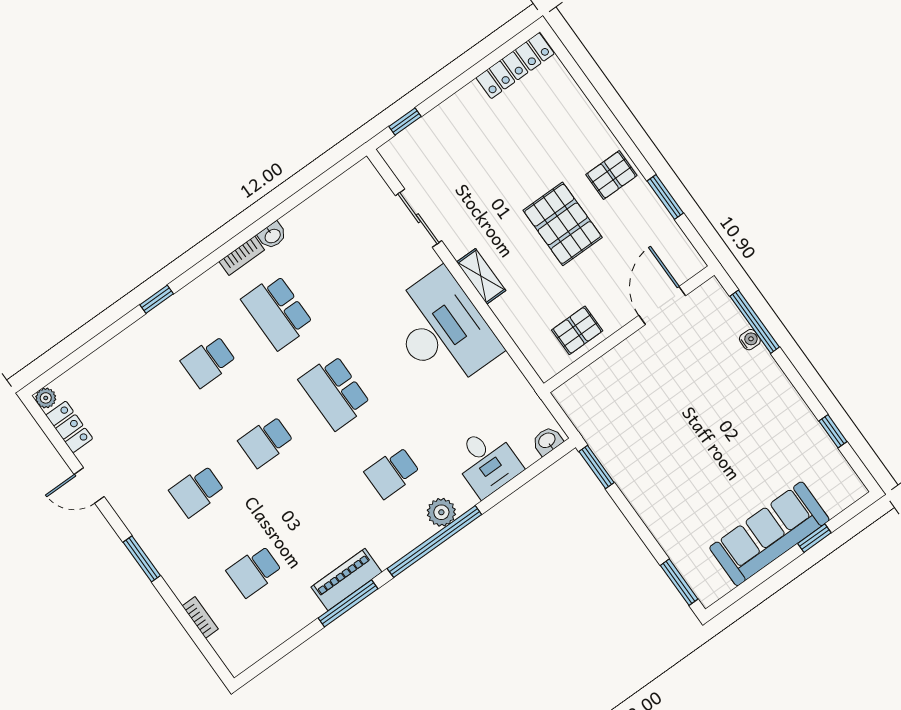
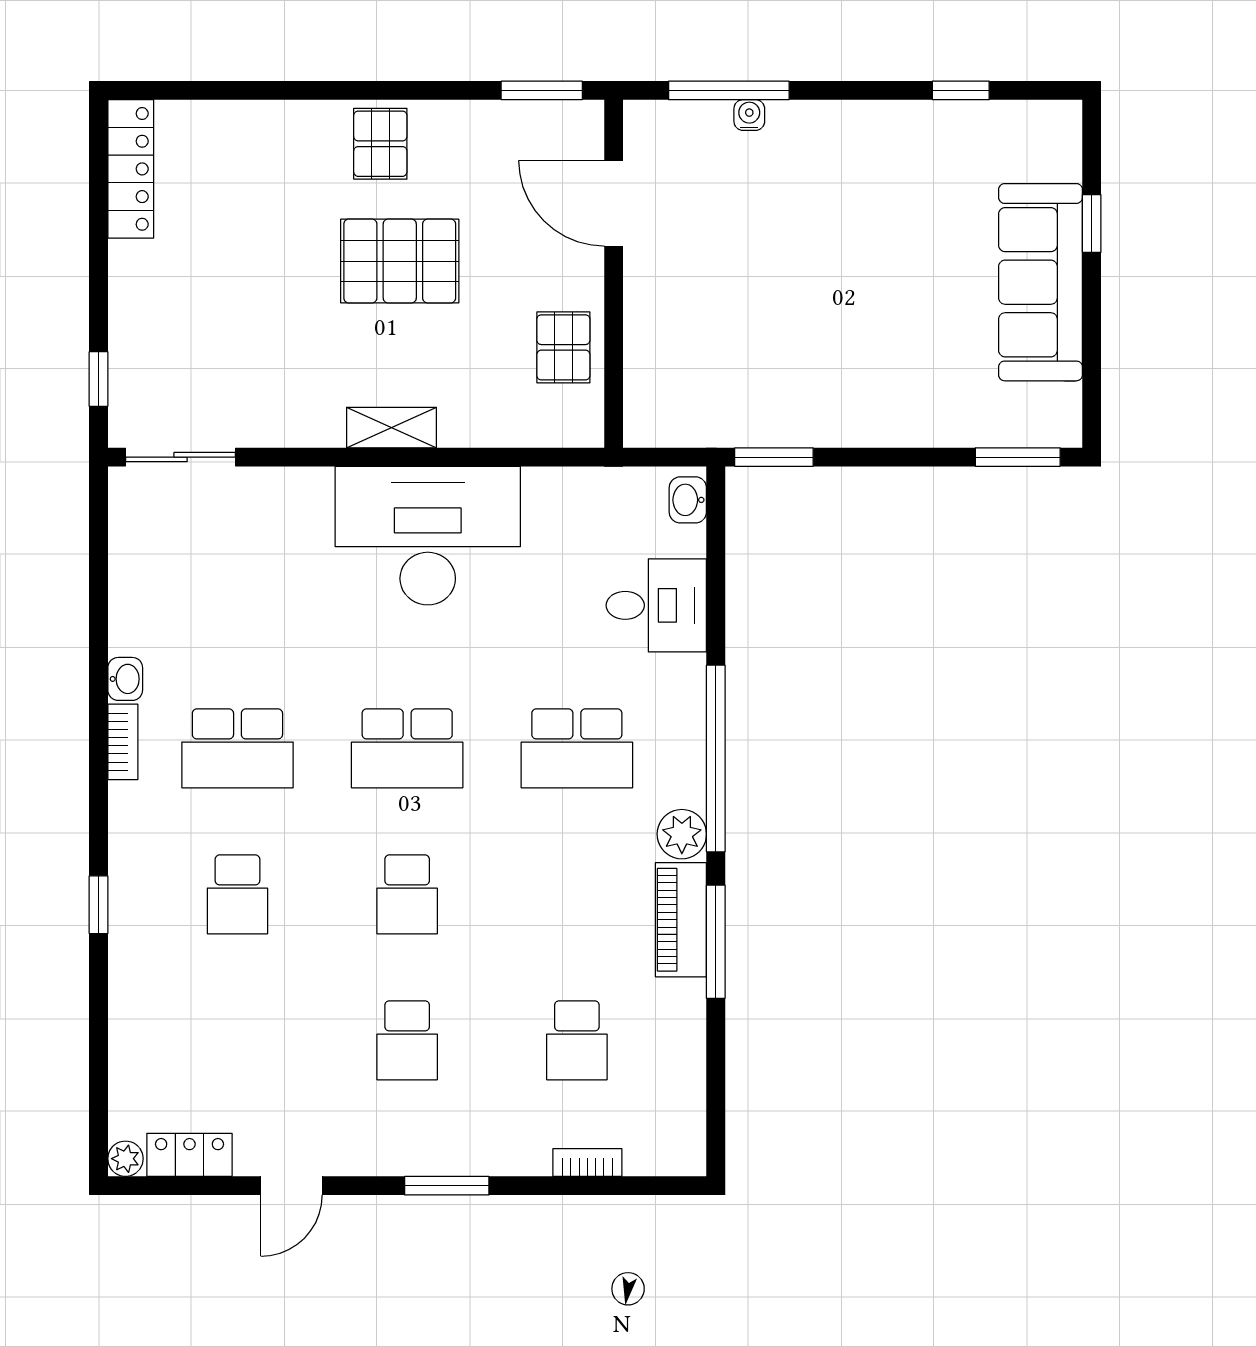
window: (665, 197) -> (542, 90), moved
sliding door: (418, 218) -> (181, 457), moved
school desk: (392, 472) -> (577, 748), width x1.85
plant: (441, 512) -> (682, 834), moved

